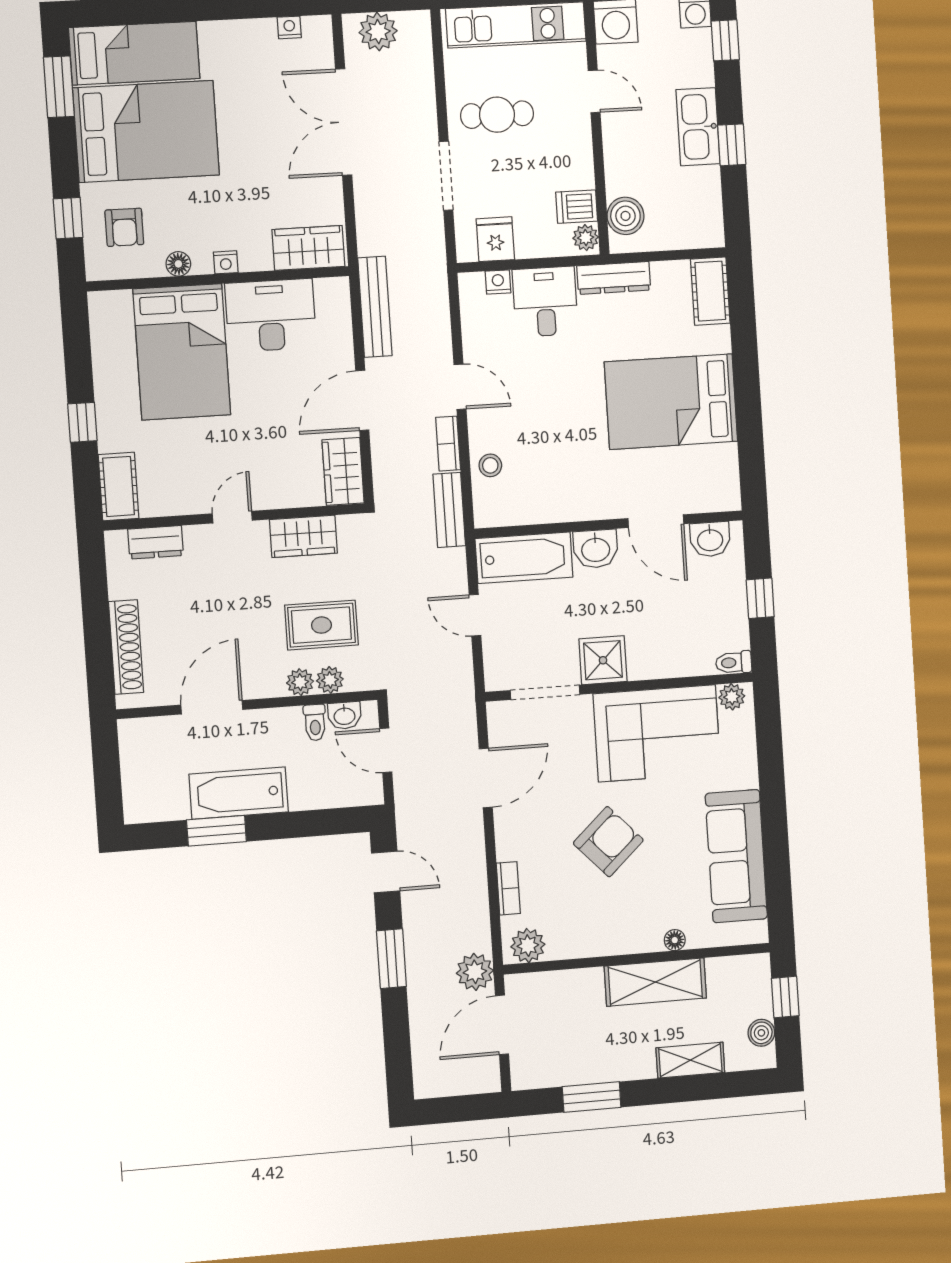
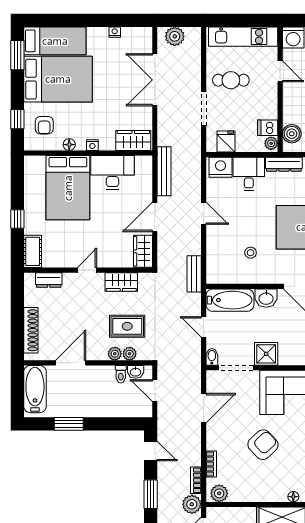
nightstand: (289, 27) -> (115, 32), moved
nightstand: (498, 282) -> (221, 167), width x1.89, depth x1.79
bookcase: (448, 444) -> (196, 480), moved
stool: (490, 465) -> (251, 253), moved
bidet: (495, 674) -> (212, 357), added
bathtub: (239, 793) -> (35, 389), moved, turned 90

